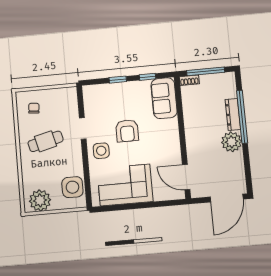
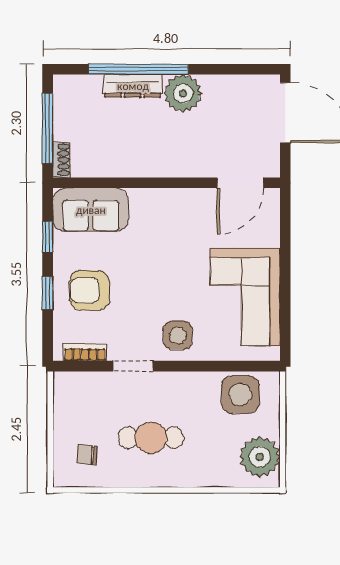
bookcase: (88, 102) -> (85, 352), added
armchair: (127, 131) -> (90, 290), moved, turned 180
cafe table: (46, 141) -> (151, 438), turned -76

